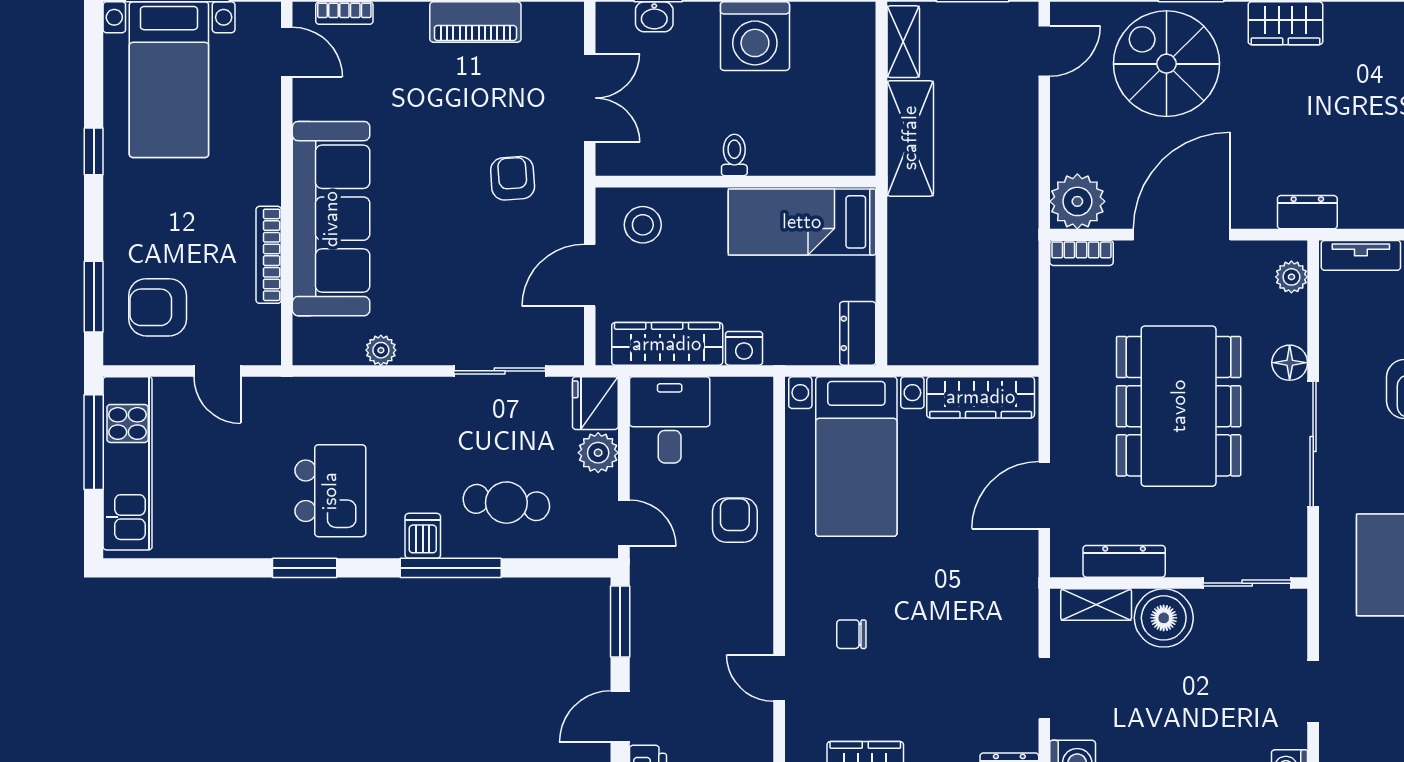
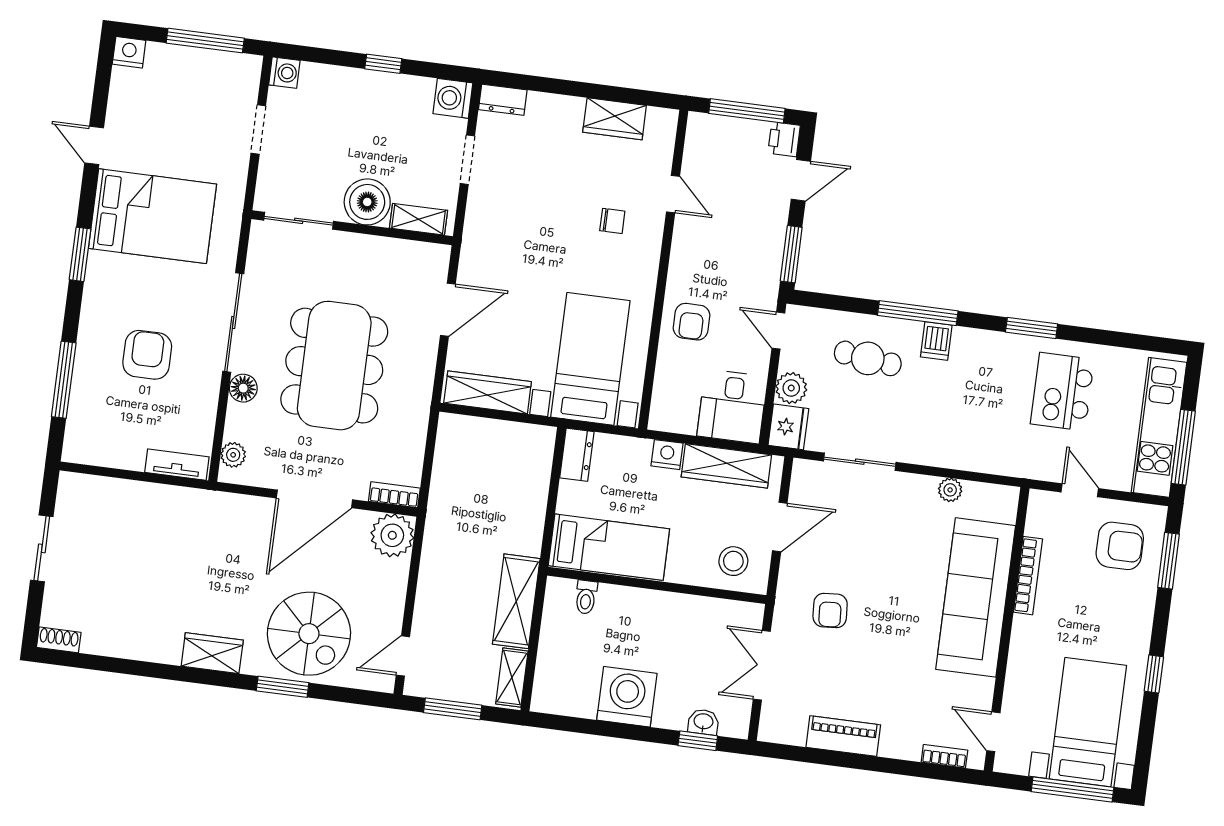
toilet: (734, 155) -> (586, 597), moved
dresser: (1307, 212) -> (214, 504), removed
kitchen island: (330, 491) -> (1062, 392), moved
dresser: (1124, 561) -> (392, 250), removed

